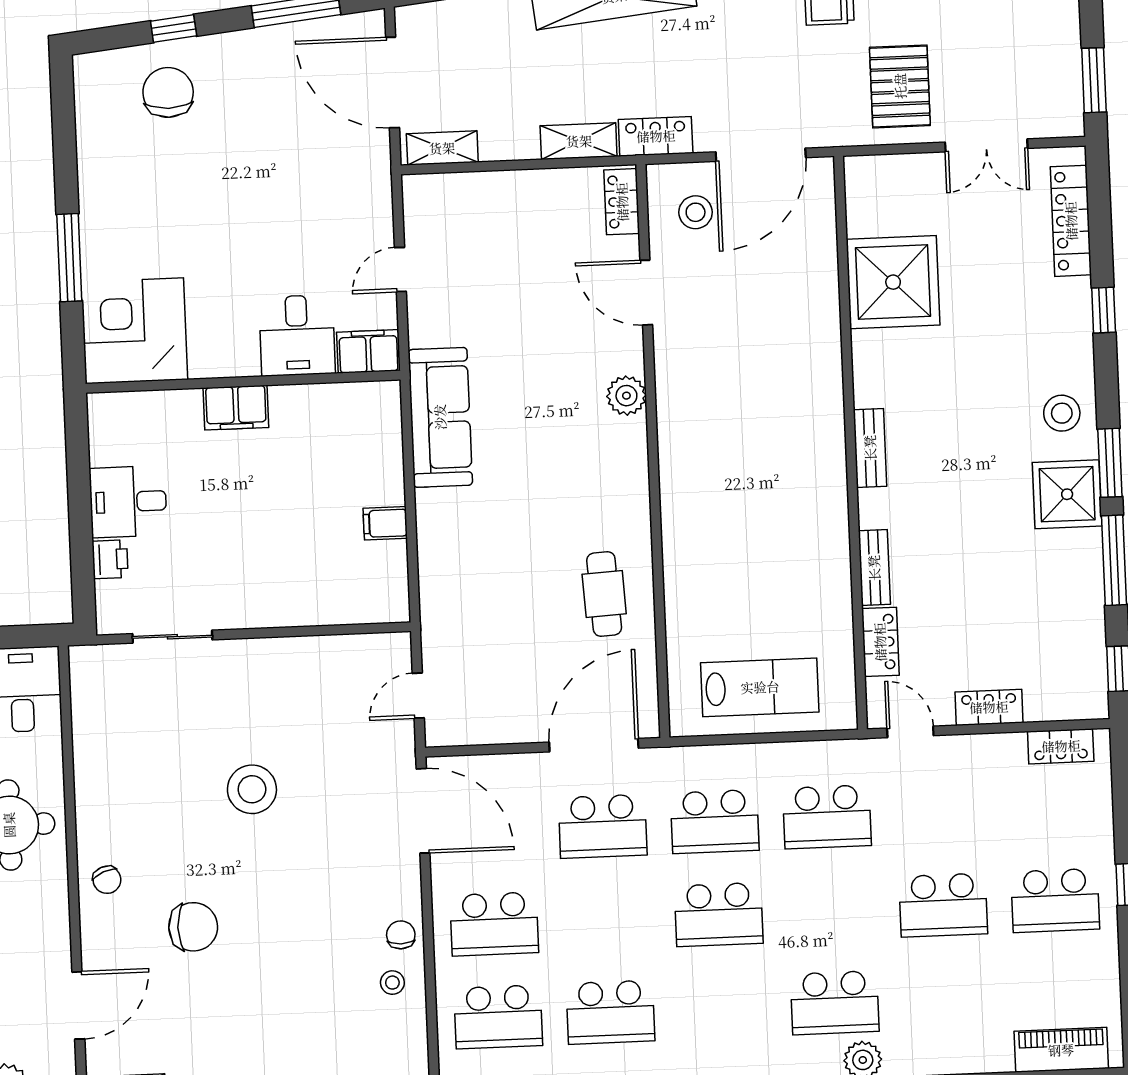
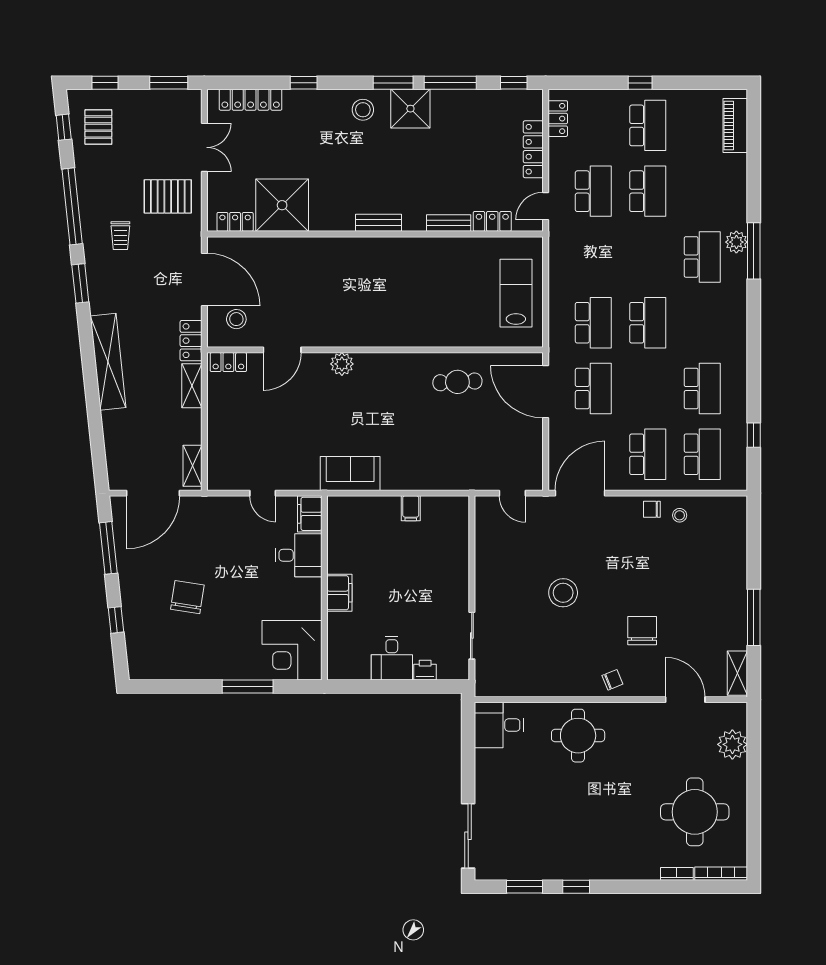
chair: (168, 92) -> (187, 597), moved, turned 99
locker: (861, 203) -> (235, 222), added
sofa: (440, 417) -> (350, 473), width x0.73
locker: (989, 707) -> (533, 149), width x1.53
school desk: (827, 817) -> (593, 191), moved

